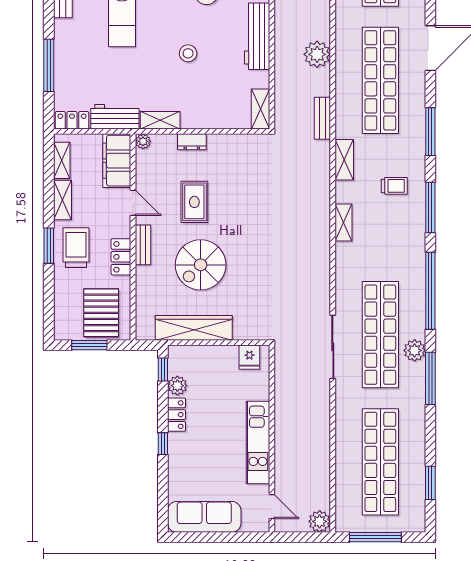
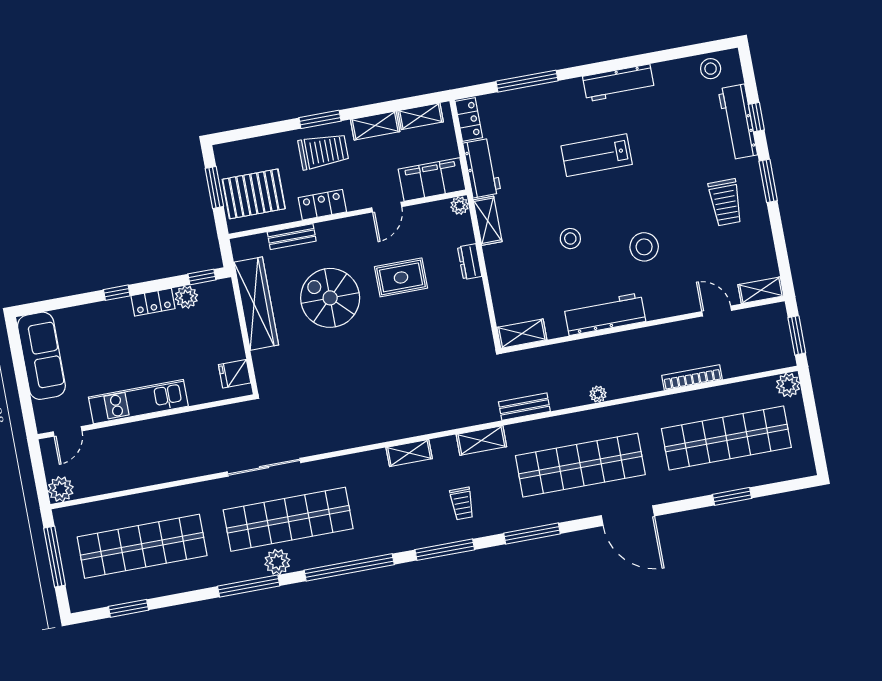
plant: (317, 54) -> (598, 394), width x0.53, depth x0.53
bench: (143, 245) -> (292, 237), moved

